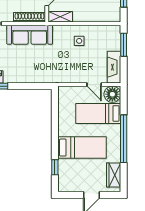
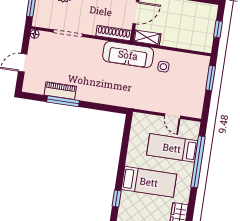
sofa: (30, 35) -> (128, 55), moved
fireplace: (114, 67) -> (197, 100), removed
floor lamp: (112, 94) -> (190, 129), removed
window: (124, 139) -> (198, 162), moved

